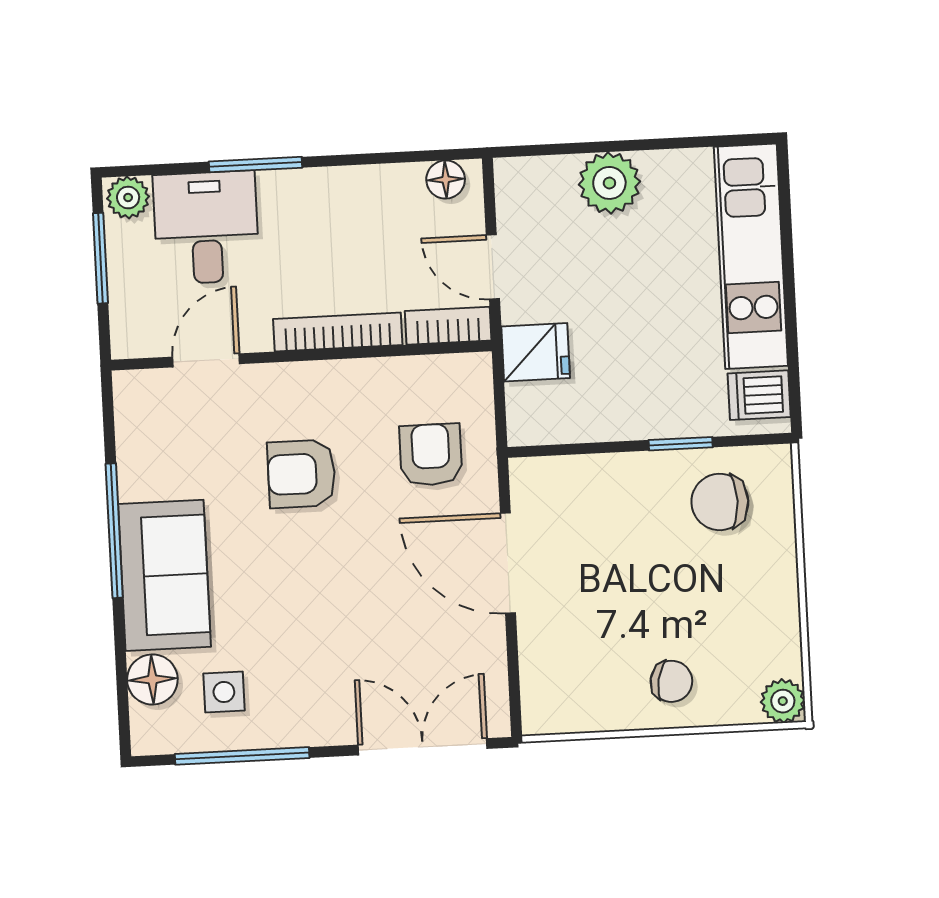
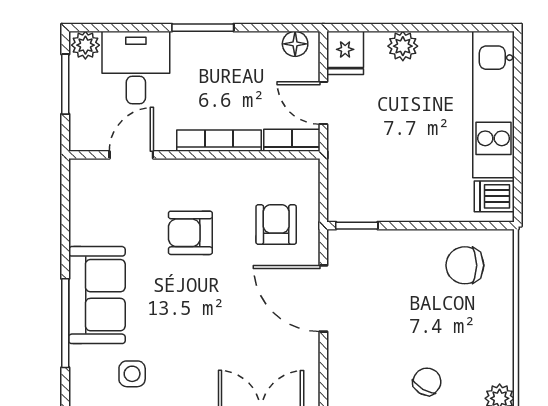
window: (255, 165) -> (203, 28), moved
plant: (609, 183) -> (403, 46), width x0.73, depth x0.73
fridge: (536, 352) -> (345, 53), moved, turned 90
window: (681, 444) -> (357, 226), moved
window: (114, 531) -> (65, 323), moved
floor lamp: (152, 679) -> (85, 363), removed
chair: (671, 681) -> (427, 382), turned -70

